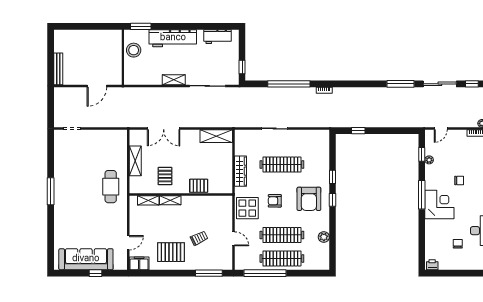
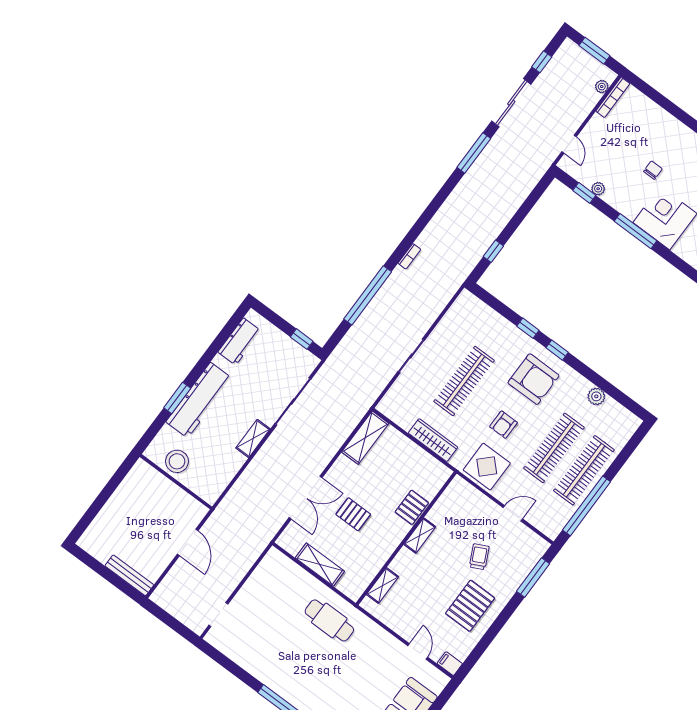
window: (141, 26) -> (177, 398), moved
pallet: (165, 176) -> (353, 514), moved
shelving: (170, 200) -> (420, 536), moved
filing cabinet: (139, 263) -> (450, 664), width x0.50

